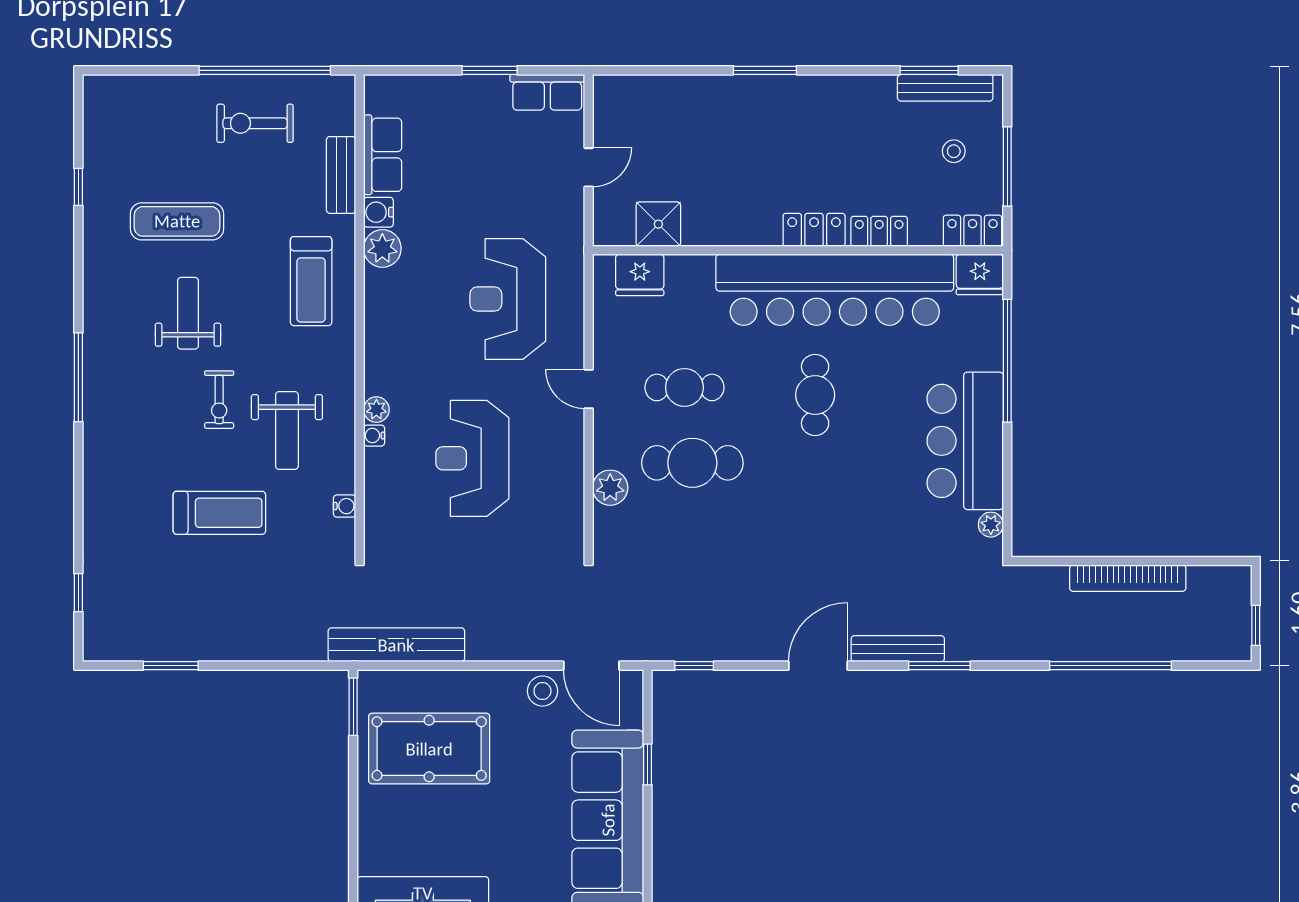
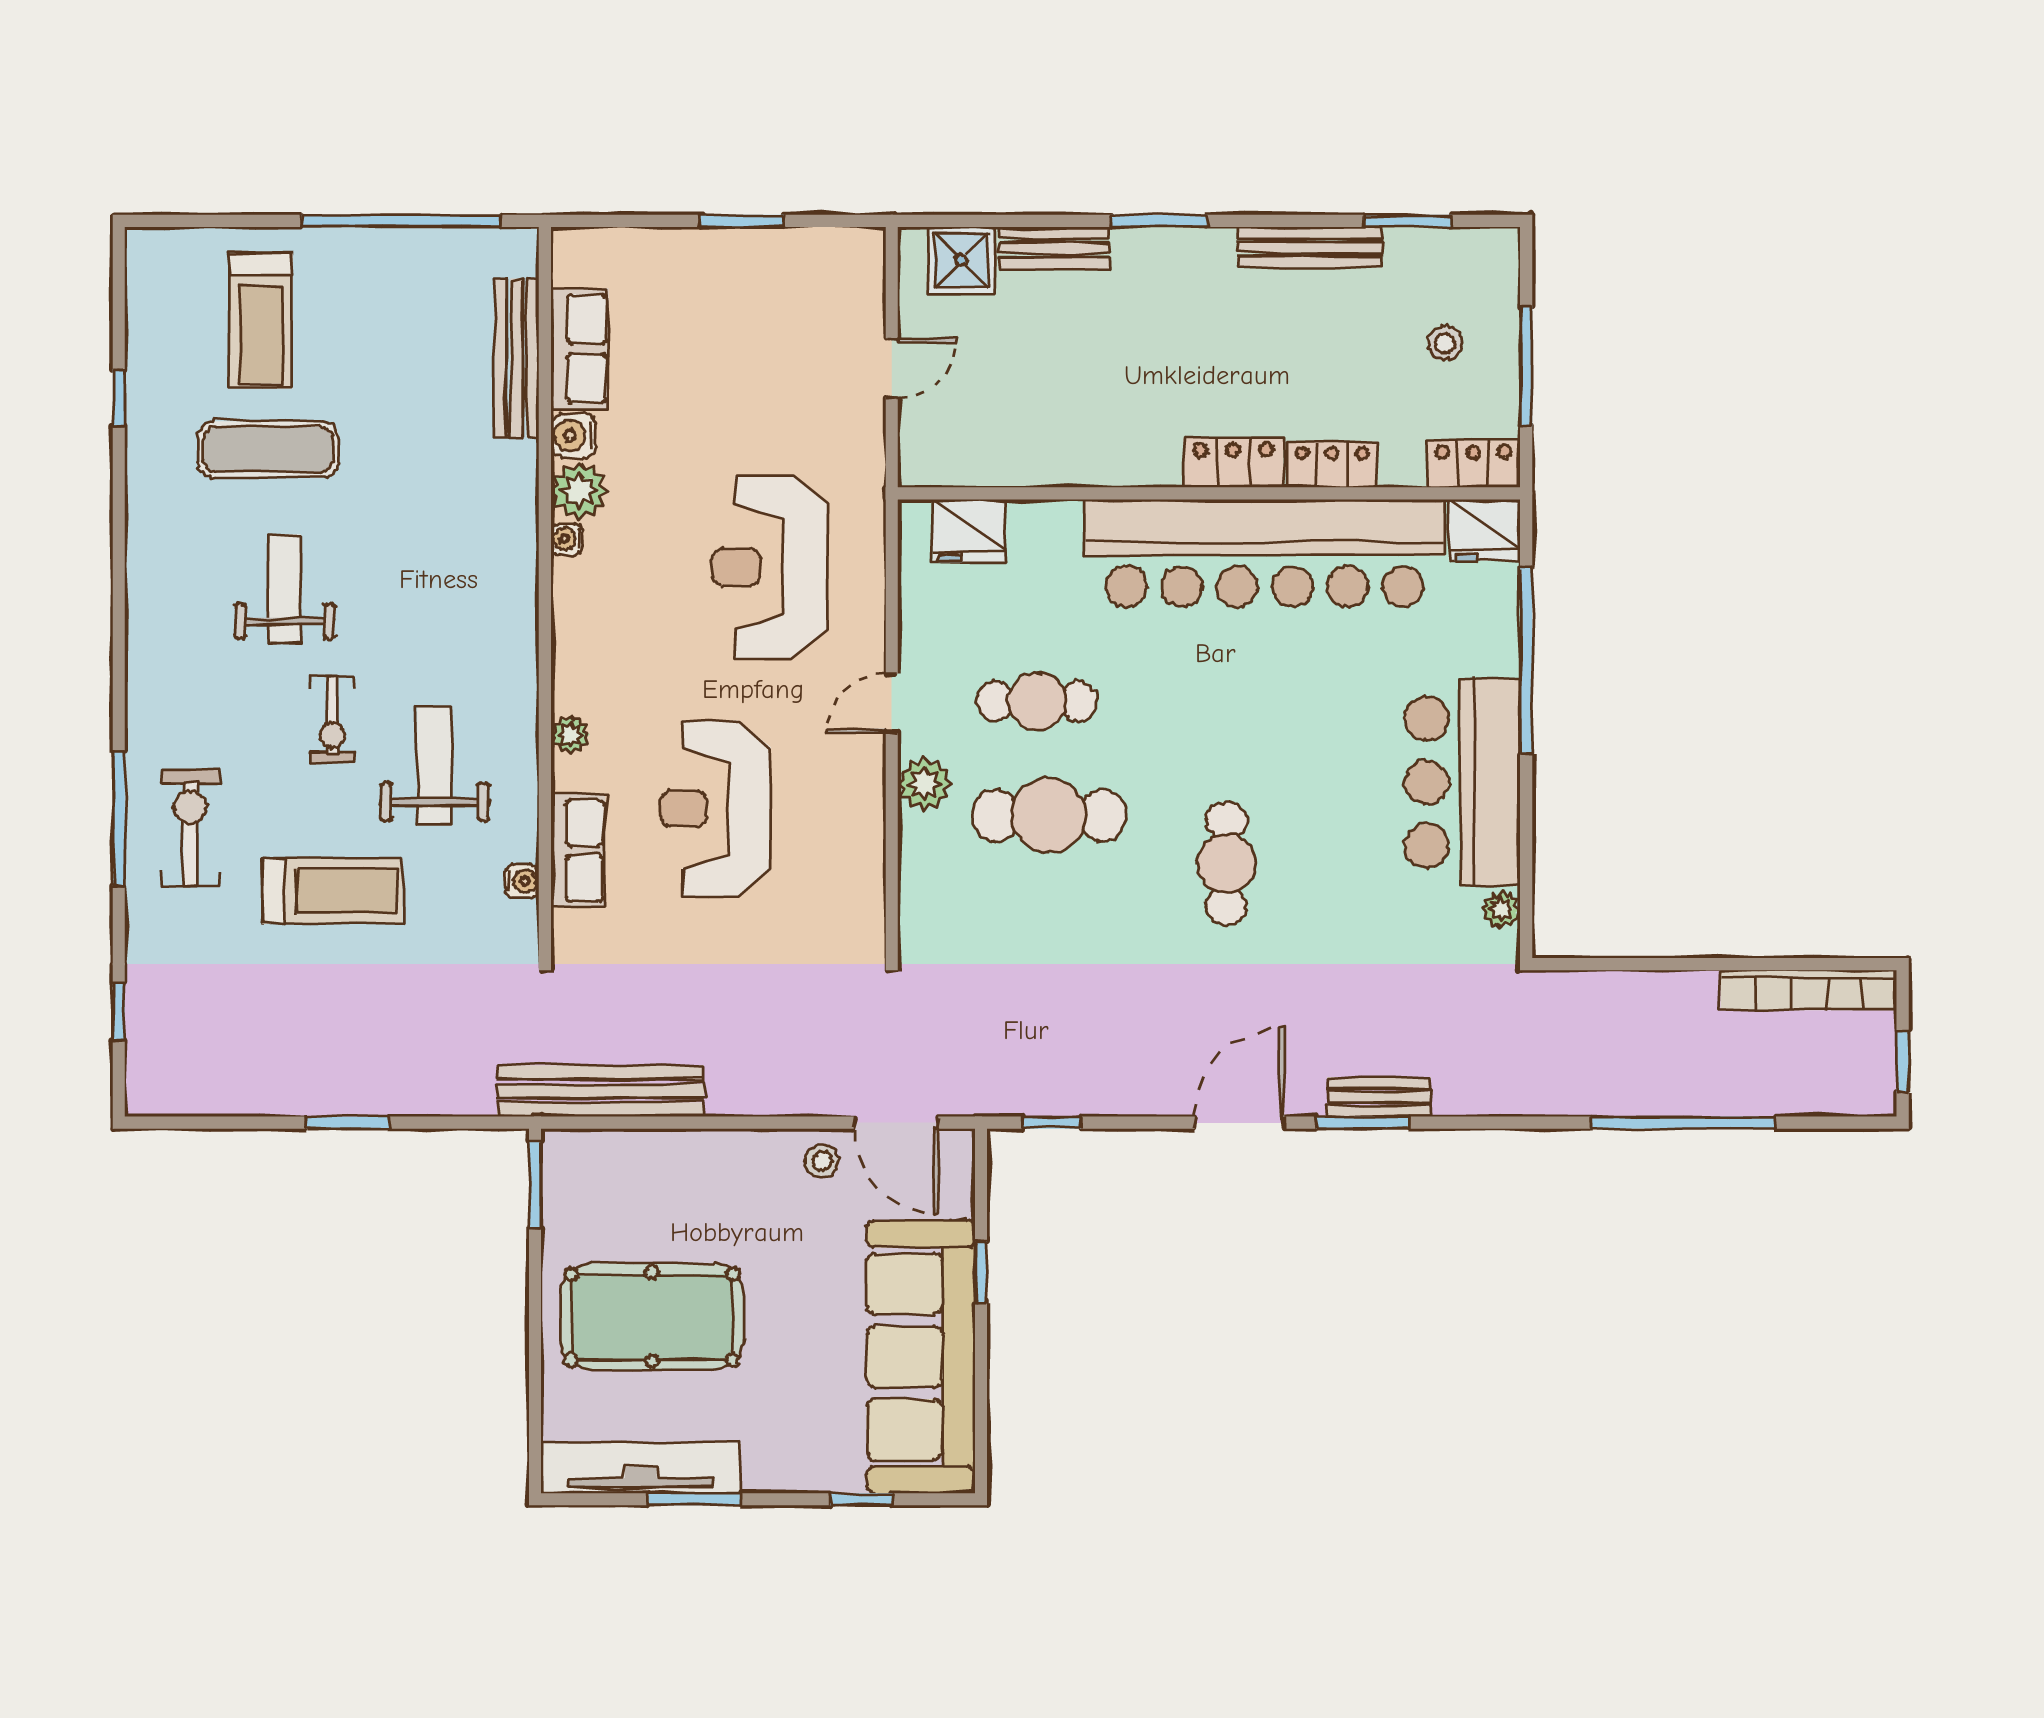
bench: (696, 88) -> (1054, 248), added
bench: (945, 88) -> (1310, 247), moved
row of seats: (547, 92) -> (578, 851), moved, turned -90
exercise bike: (255, 123) -> (191, 828), moved, turned 90
bench: (341, 175) -> (517, 358), width x1.36
shower: (658, 224) -> (961, 260), moved
treadmill: (311, 281) -> (261, 321), moved
window: (78, 377) -> (119, 818), moved
door: (589, 389) -> (892, 704), hinge flipped
cafe table: (815, 395) -> (1227, 863), moved
weight bench: (287, 430) -> (435, 766), turned 180
water cooler: (374, 436) -> (567, 539), moved
plant: (610, 488) -> (924, 784), moved
bookcase: (1128, 578) -> (1809, 990), moved
bench: (898, 649) -> (1379, 1097), width x0.73
window: (171, 666) -> (348, 1123), moved
window: (939, 666) -> (1363, 1123), moved
stool: (542, 691) -> (822, 1161), width x0.73, depth x0.73
pool table: (429, 749) -> (652, 1317), moved

